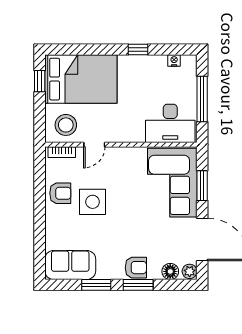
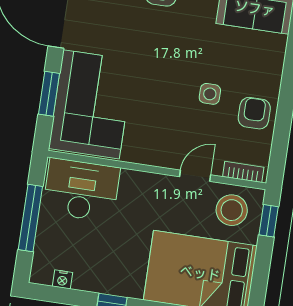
window: (40, 81) -> (269, 221), moved
armchair: (60, 193) -> (254, 113), turned 90
side table: (93, 202) -> (210, 94), width x0.54, depth x0.54

